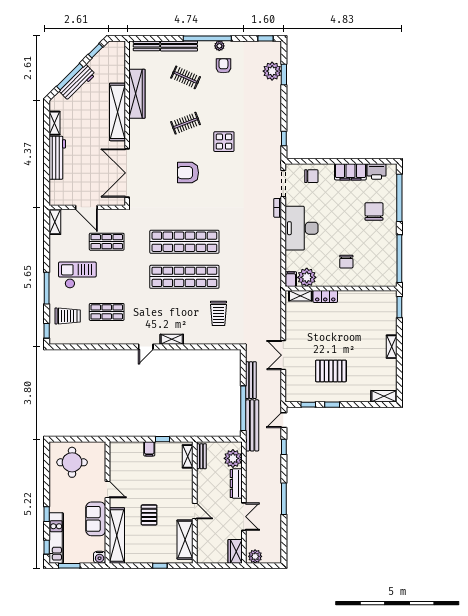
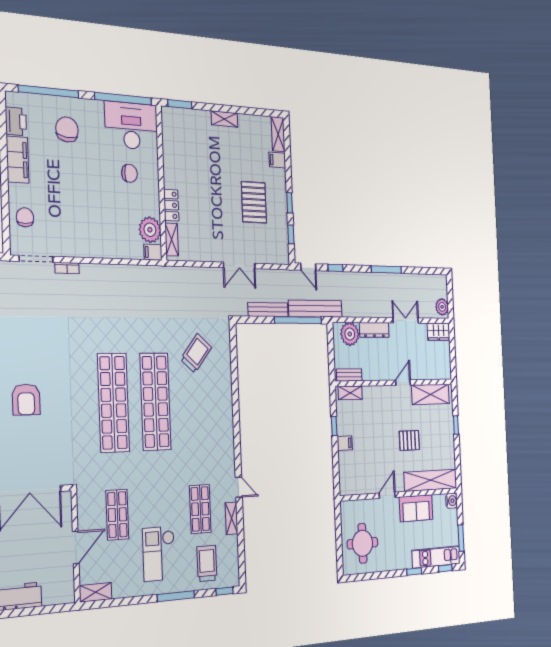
chair: (374, 211) -> (67, 129), turned 96
desk: (302, 228) -> (131, 126), moved, turned 180
trolley: (219, 313) -> (196, 353), turned -50
shelving: (172, 339) -> (231, 518), moved
door: (146, 347) -> (239, 487), moved
filing cabinet: (364, 395) -> (277, 160), added

